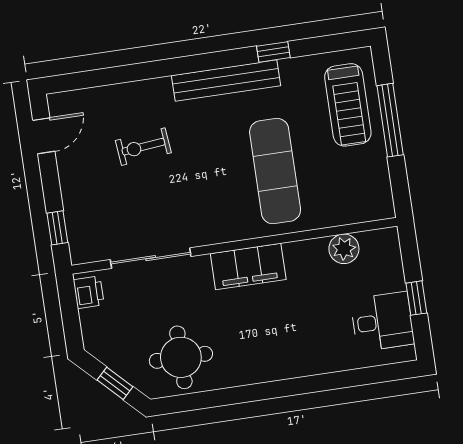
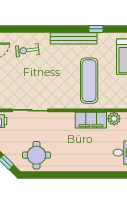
exercise bike: (143, 147) -> (27, 50), moved
filing cabinet: (248, 266) -> (91, 120), moved

